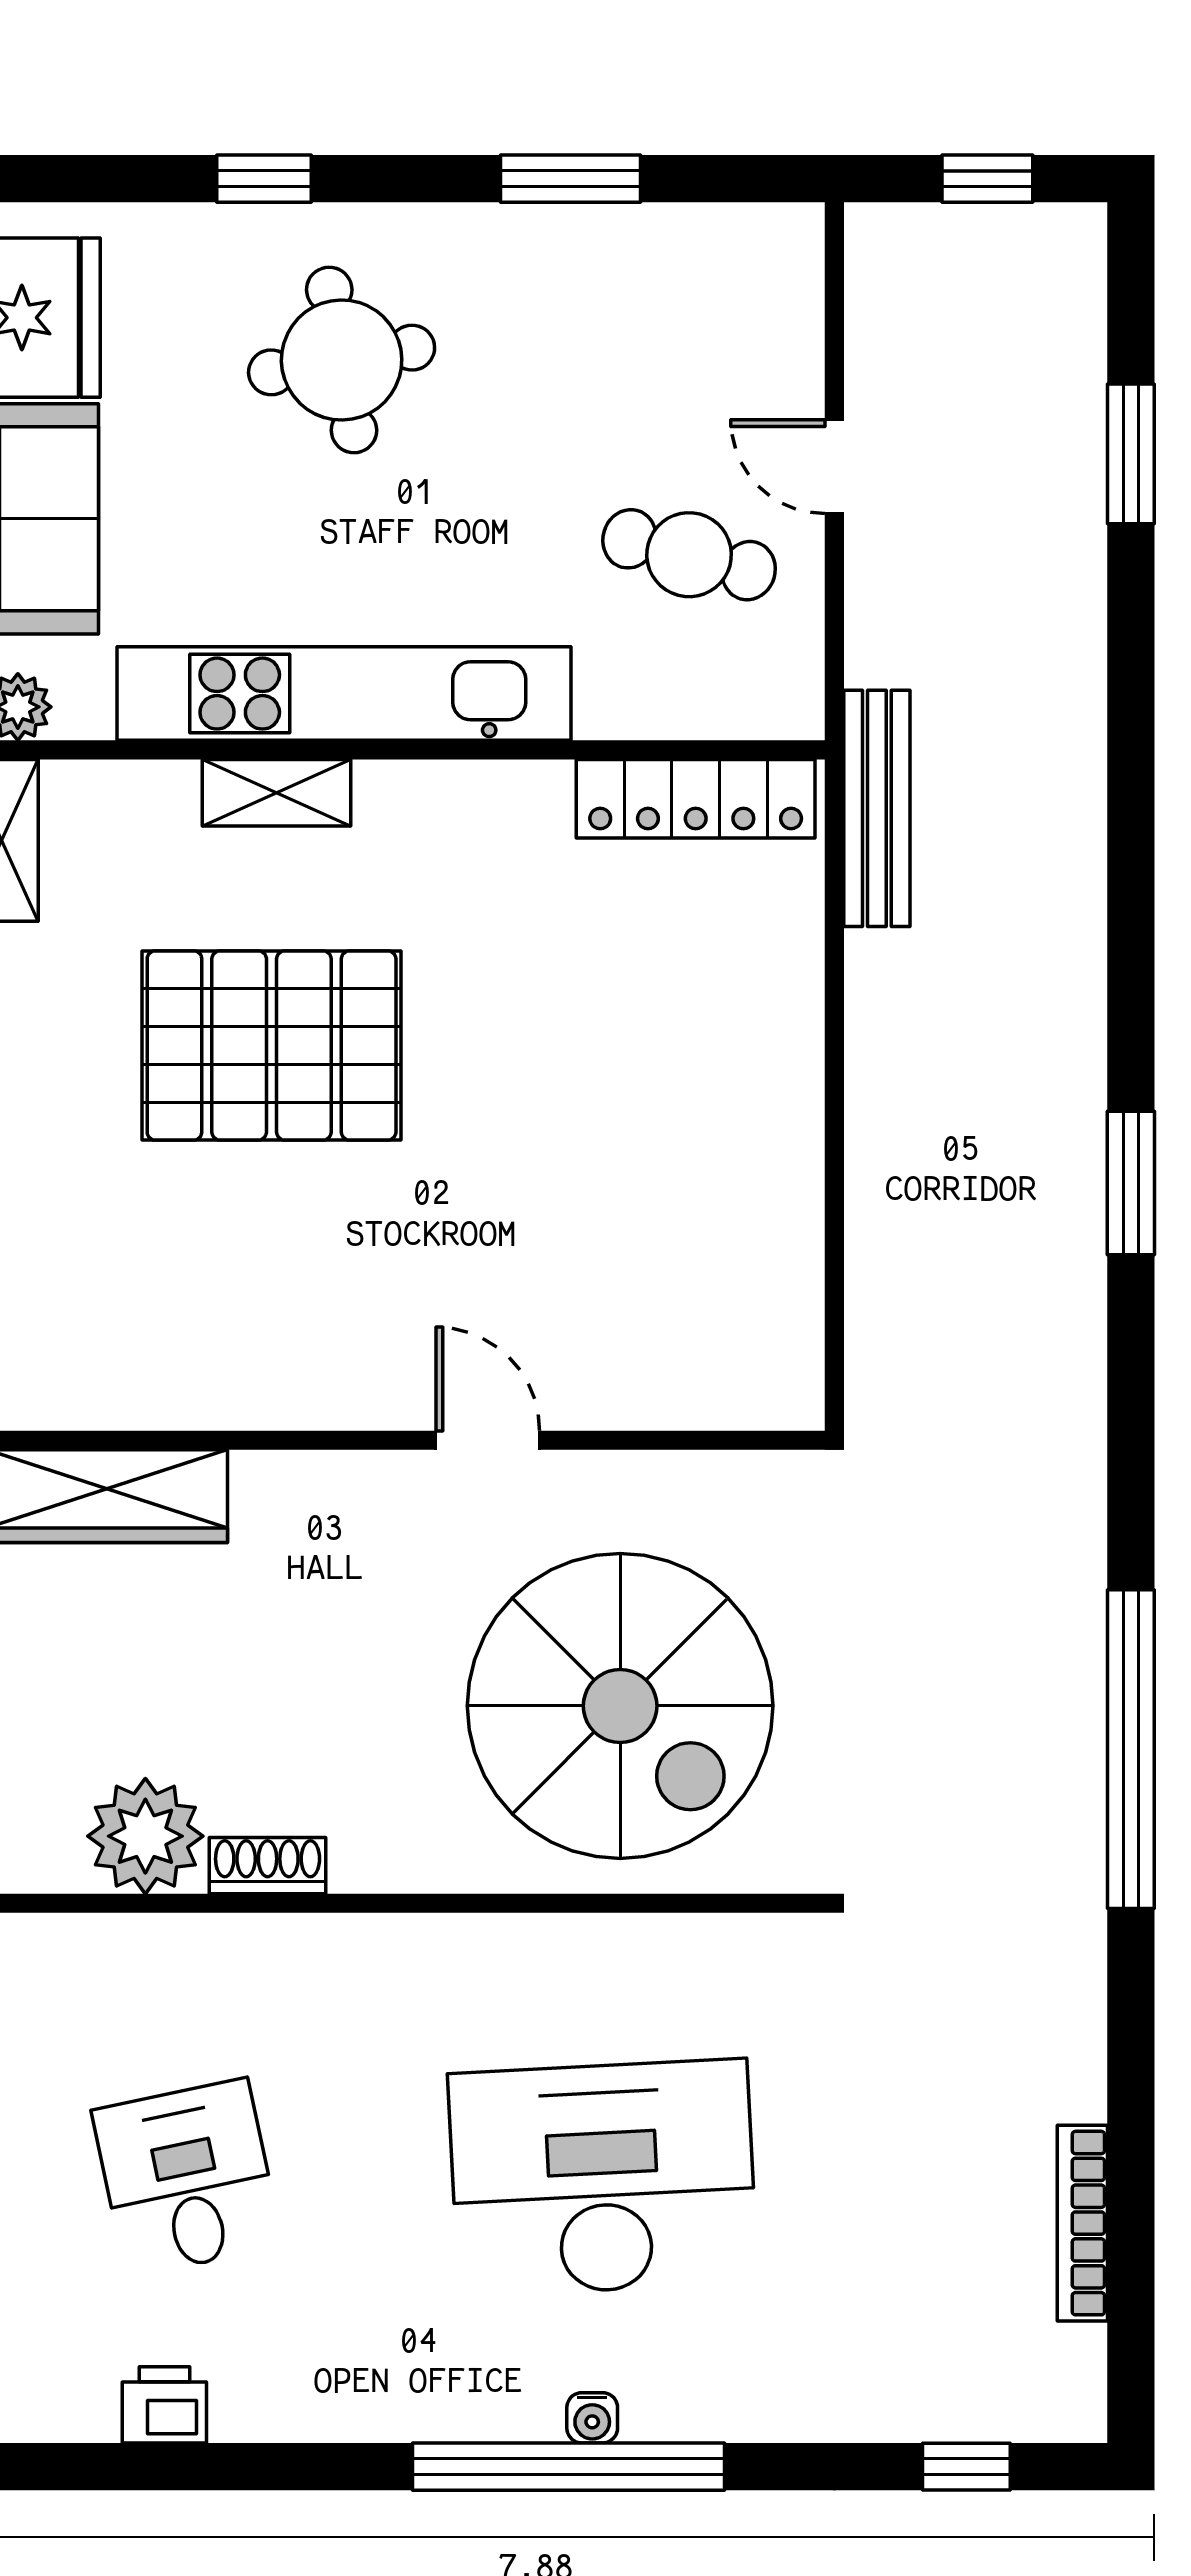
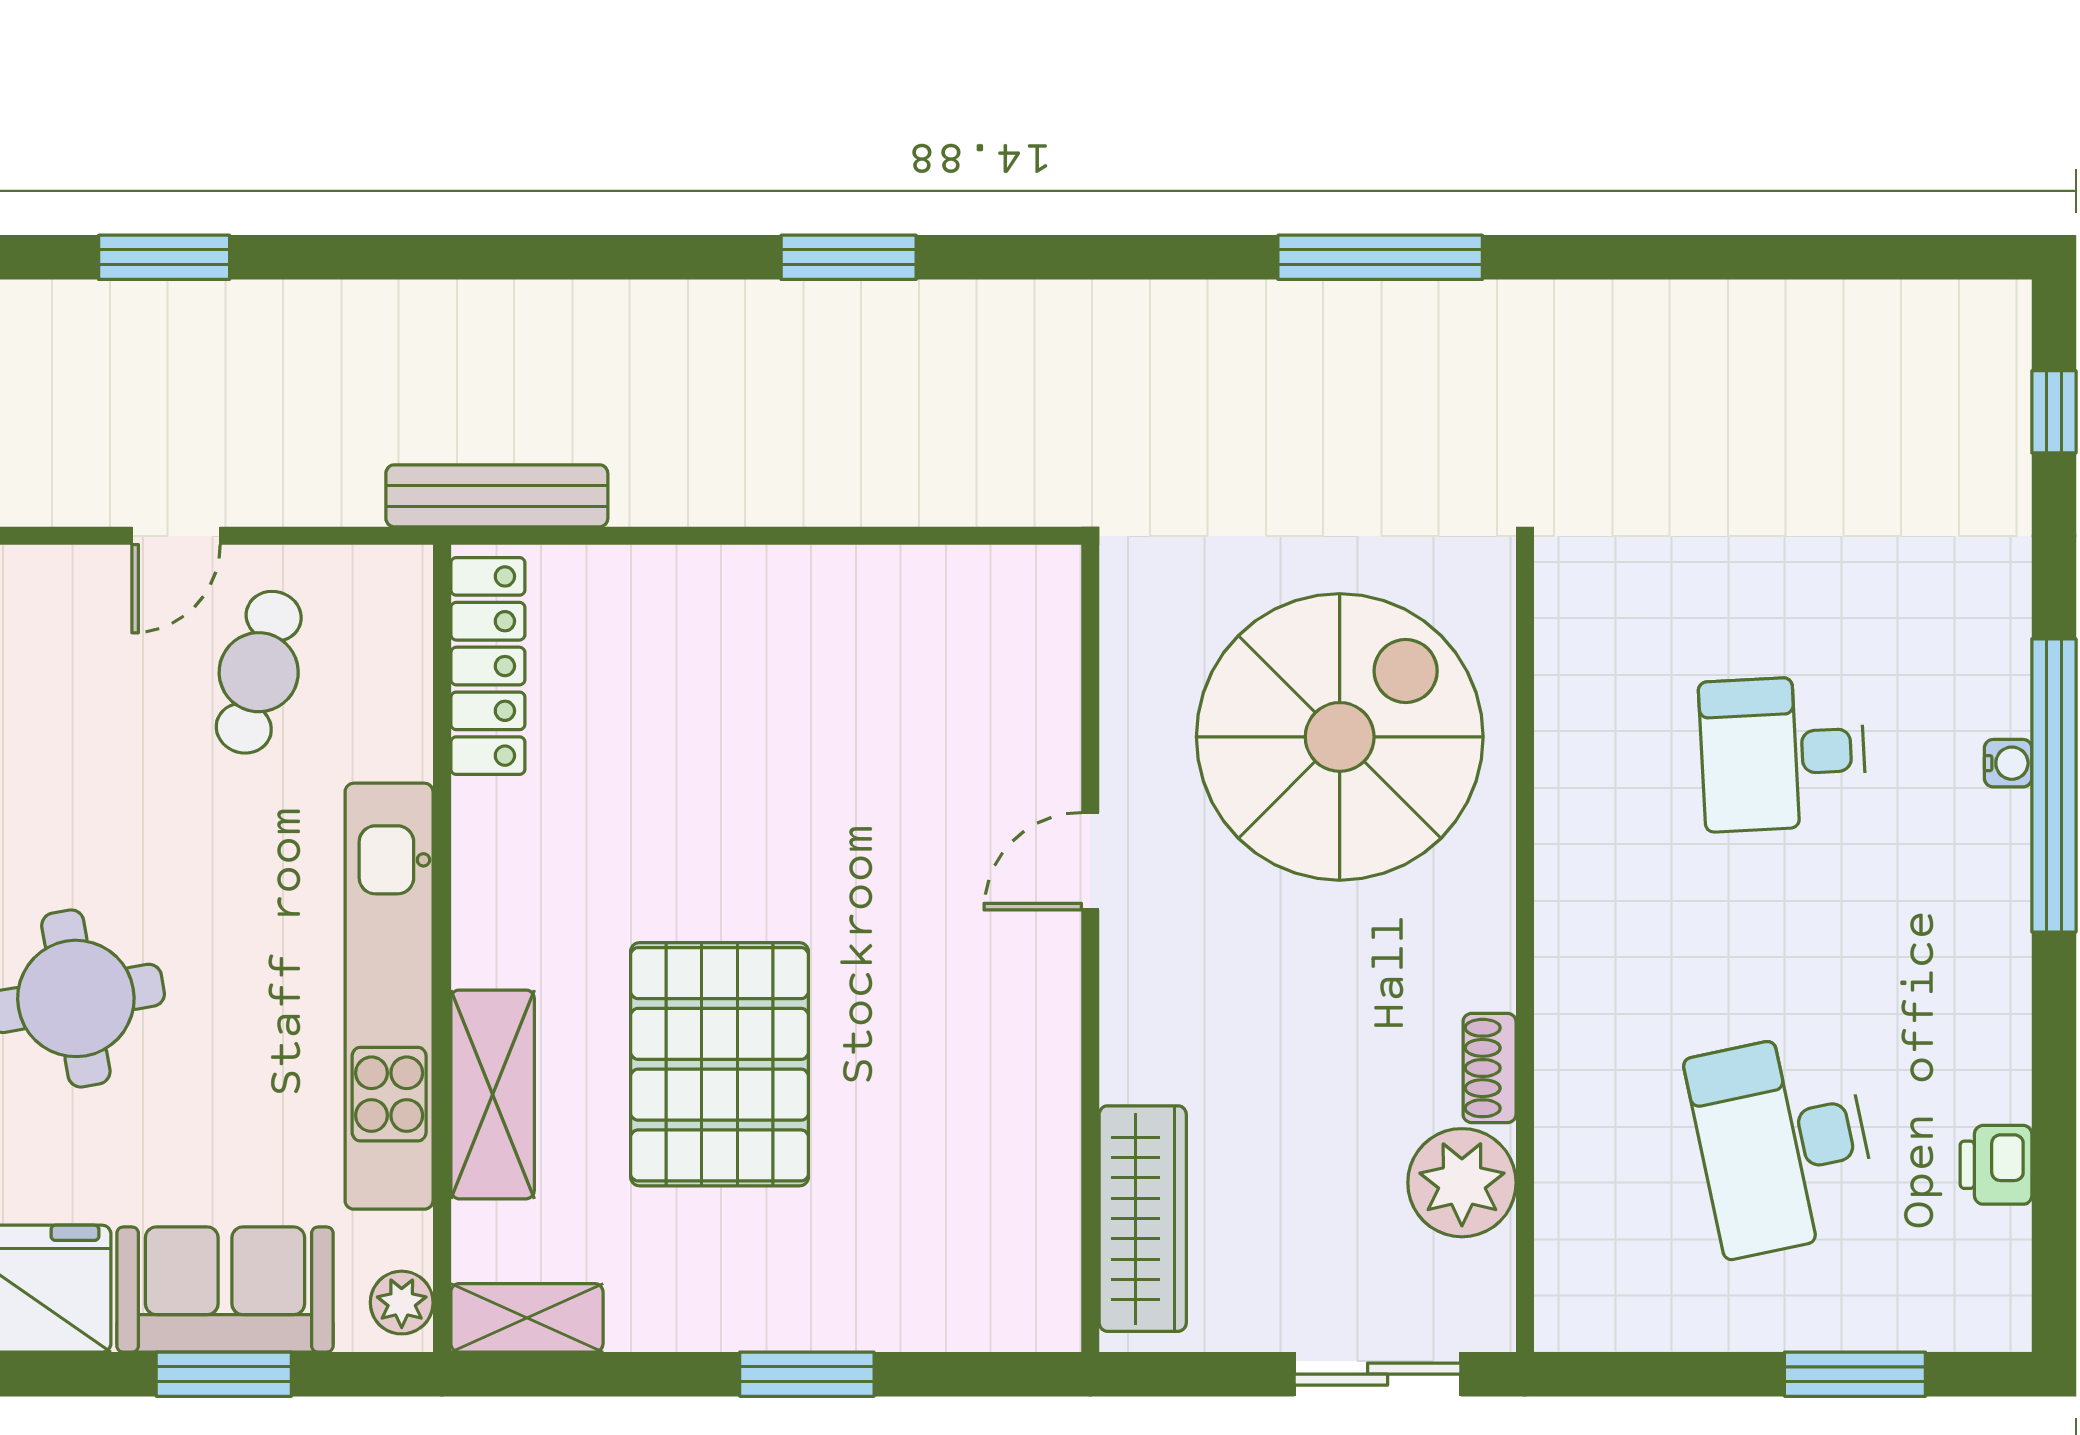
shelving: (276, 793) -> (493, 1094), width x1.50, depth x1.33
window: (1131, 1749) -> (1380, 257), width x0.68
desk: (187, 2178) -> (1783, 1143), width x1.37
desk: (603, 2178) -> (1783, 753), width x0.53, depth x0.77
bookcase: (1082, 2223) -> (1825, 303), removed

